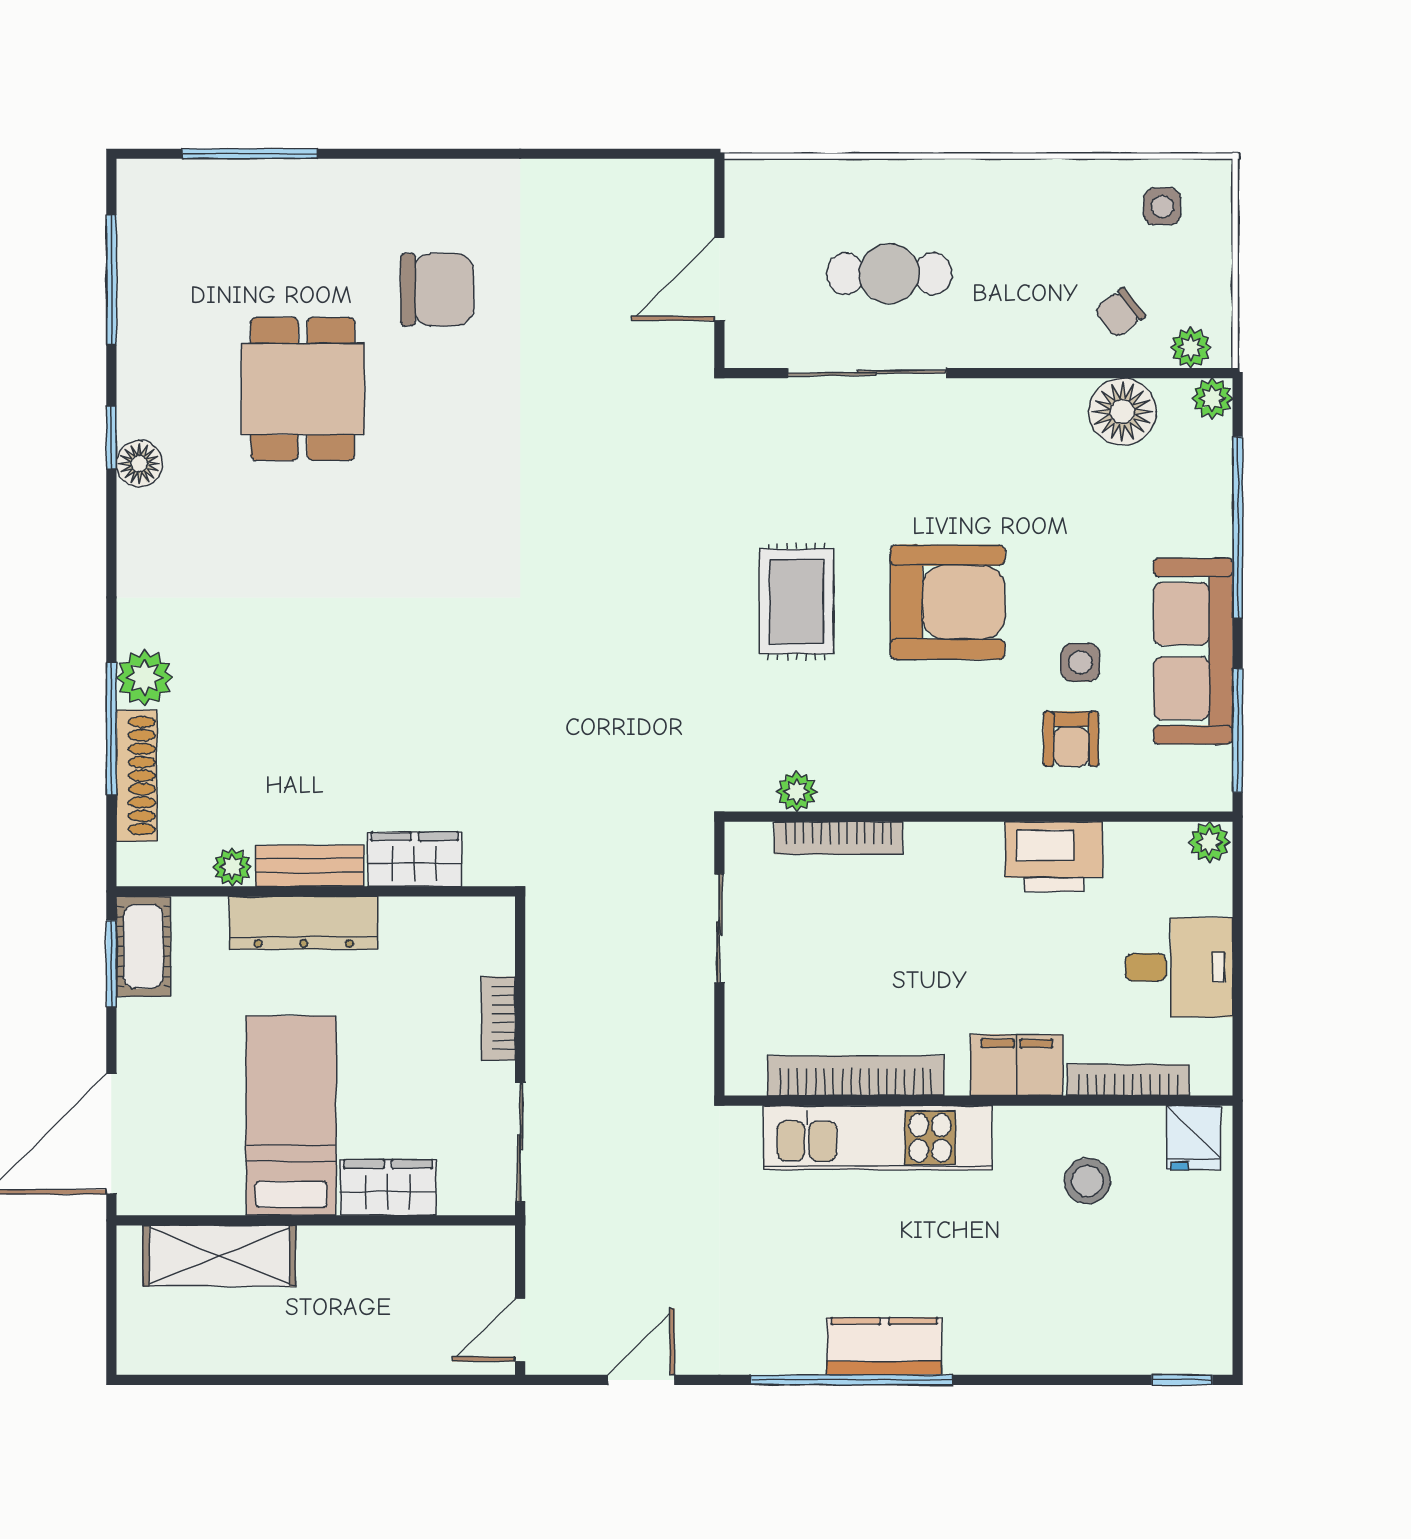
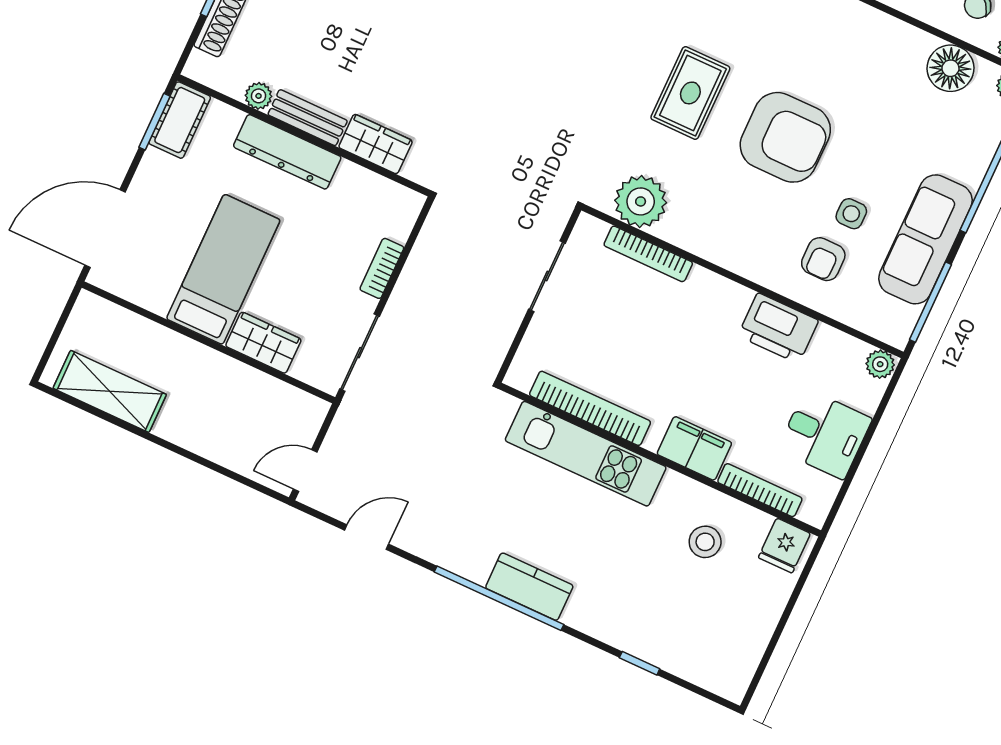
plant: (797, 792) -> (641, 201), width x1.87, depth x1.87
shelving: (220, 1256) -> (110, 391), moved
window: (1182, 1380) -> (640, 663), moved

